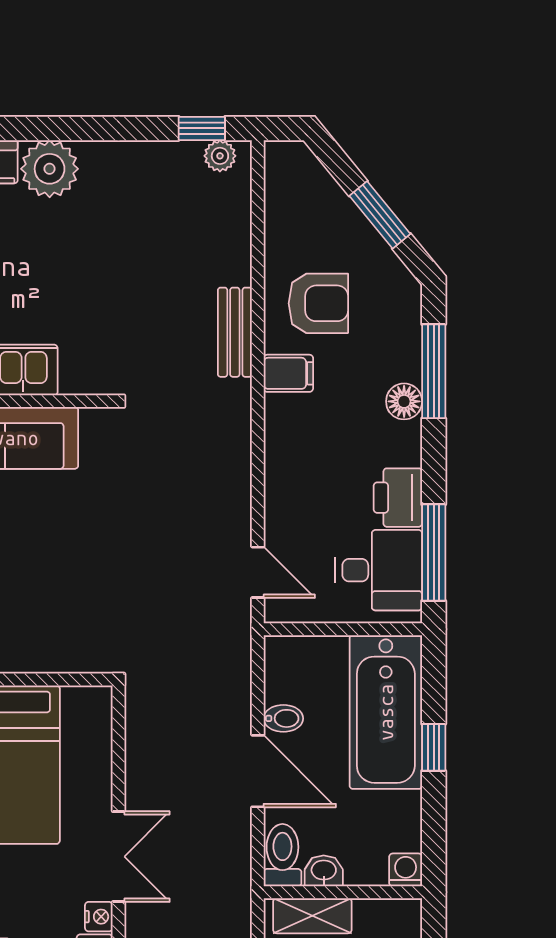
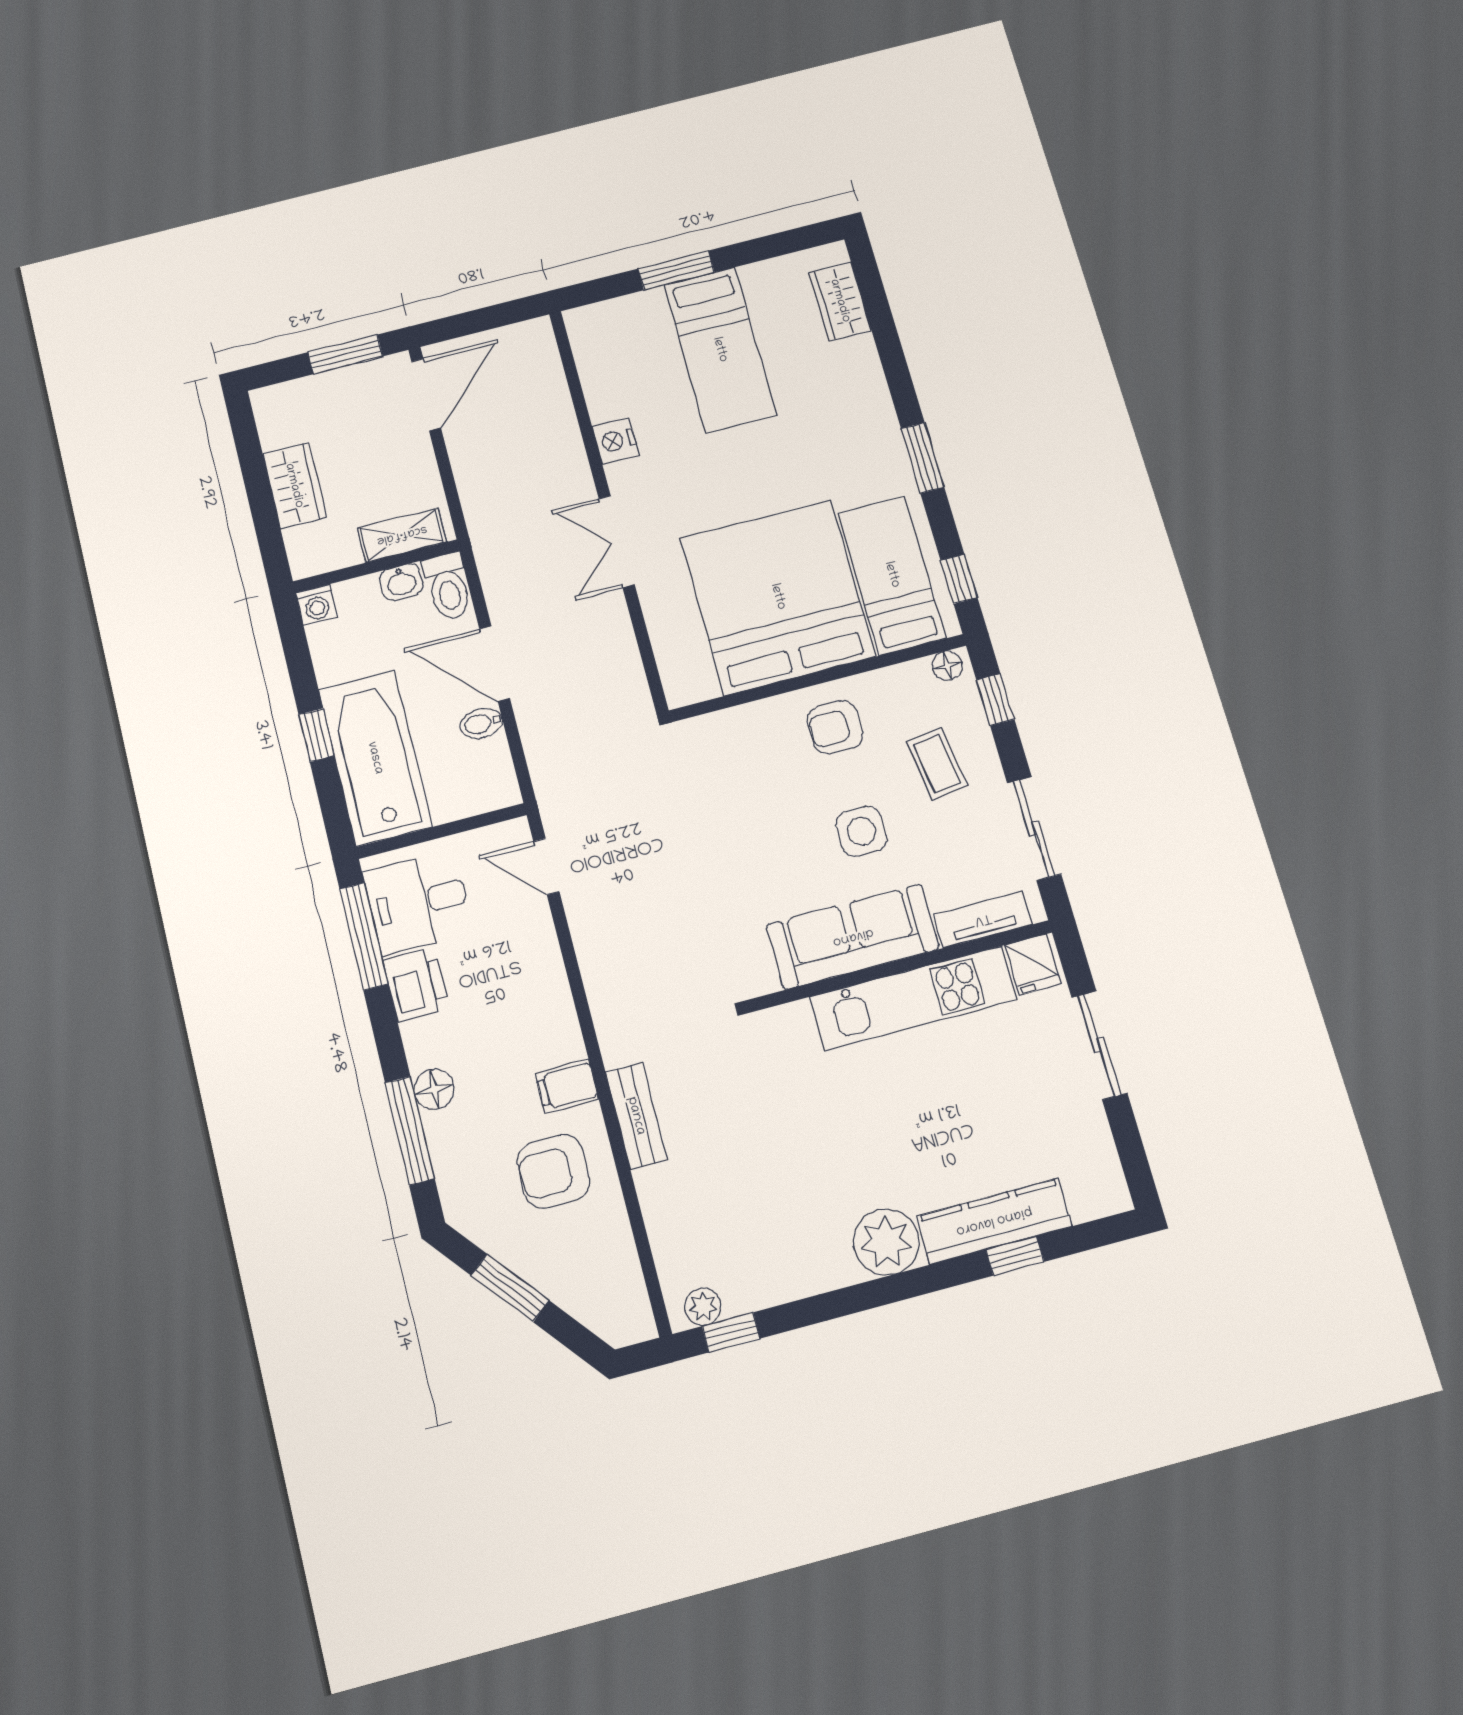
nightstand: (99, 917) -> (621, 478), removed

